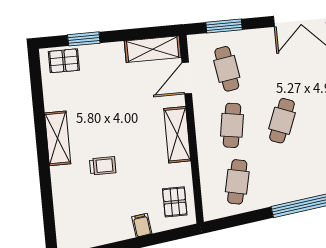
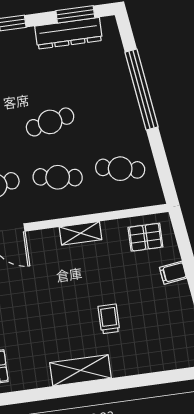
cafe table: (282, 121) -> (50, 122), turned -33
shelving: (177, 135) -> (80, 233), width x0.67, depth x0.75

